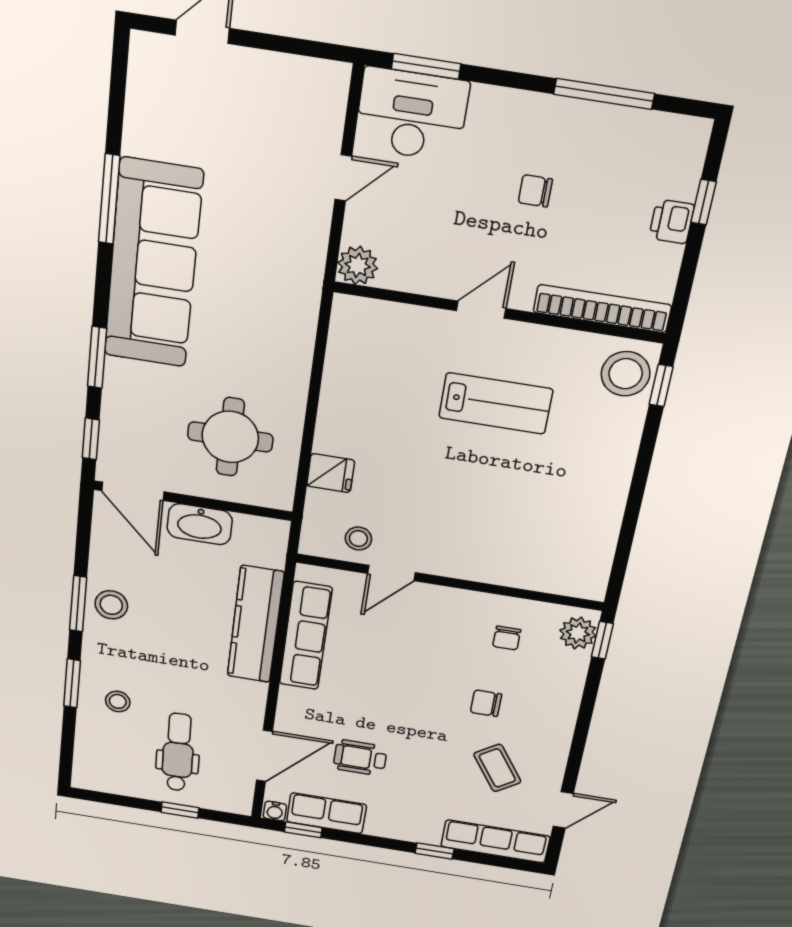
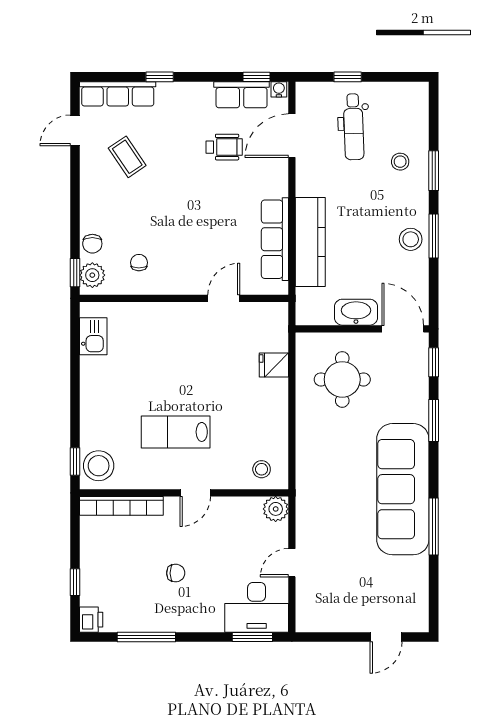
printer: (672, 221) -> (91, 620), moved
stool: (358, 539) -> (262, 469), moved
kitchen sink: (594, 554) -> (93, 336), added
chair: (486, 703) -> (92, 244), moved, turned 90

